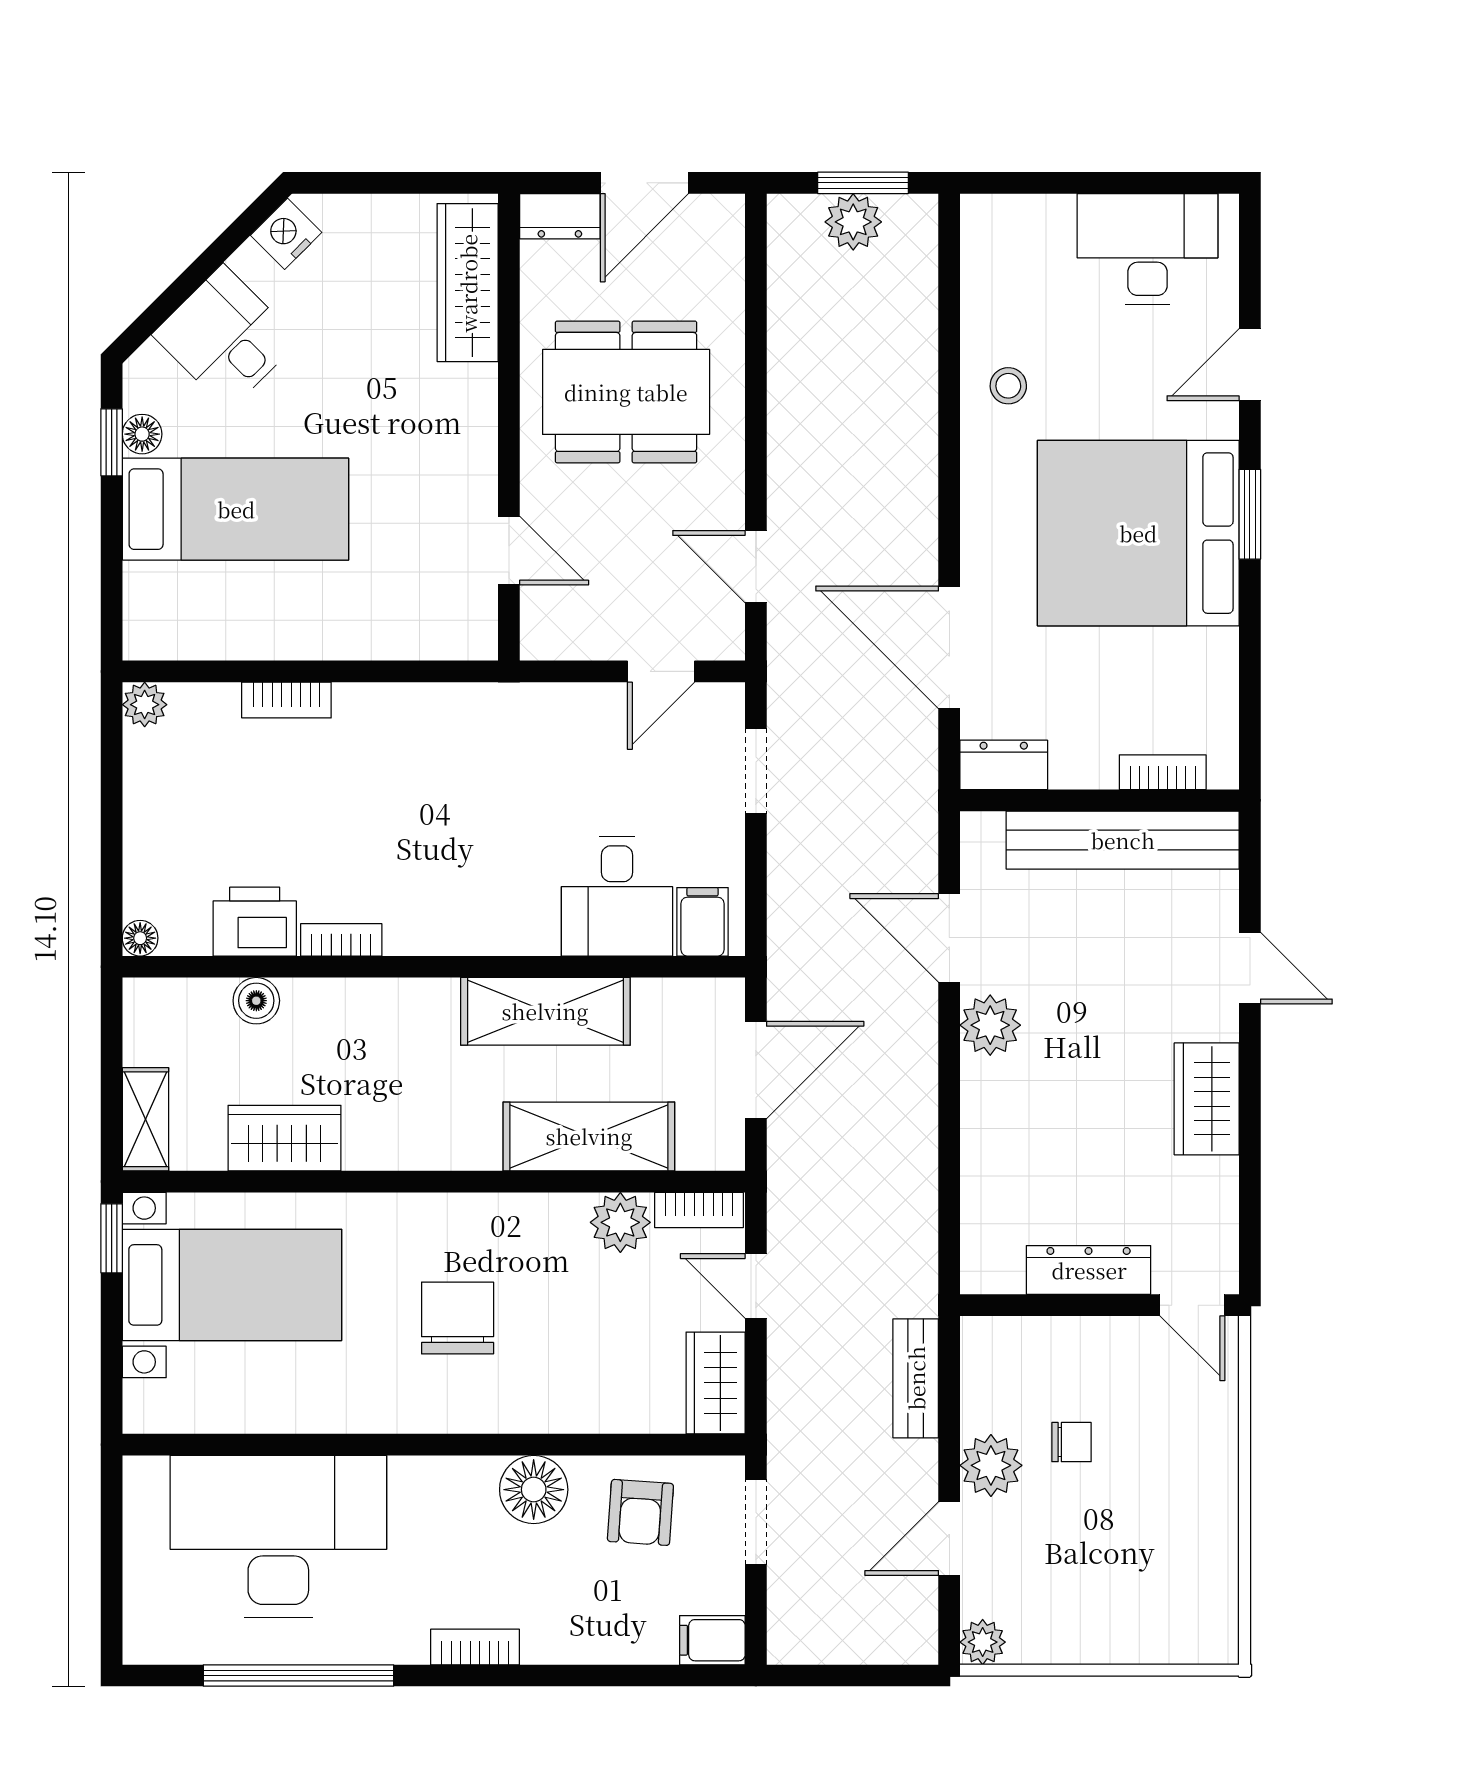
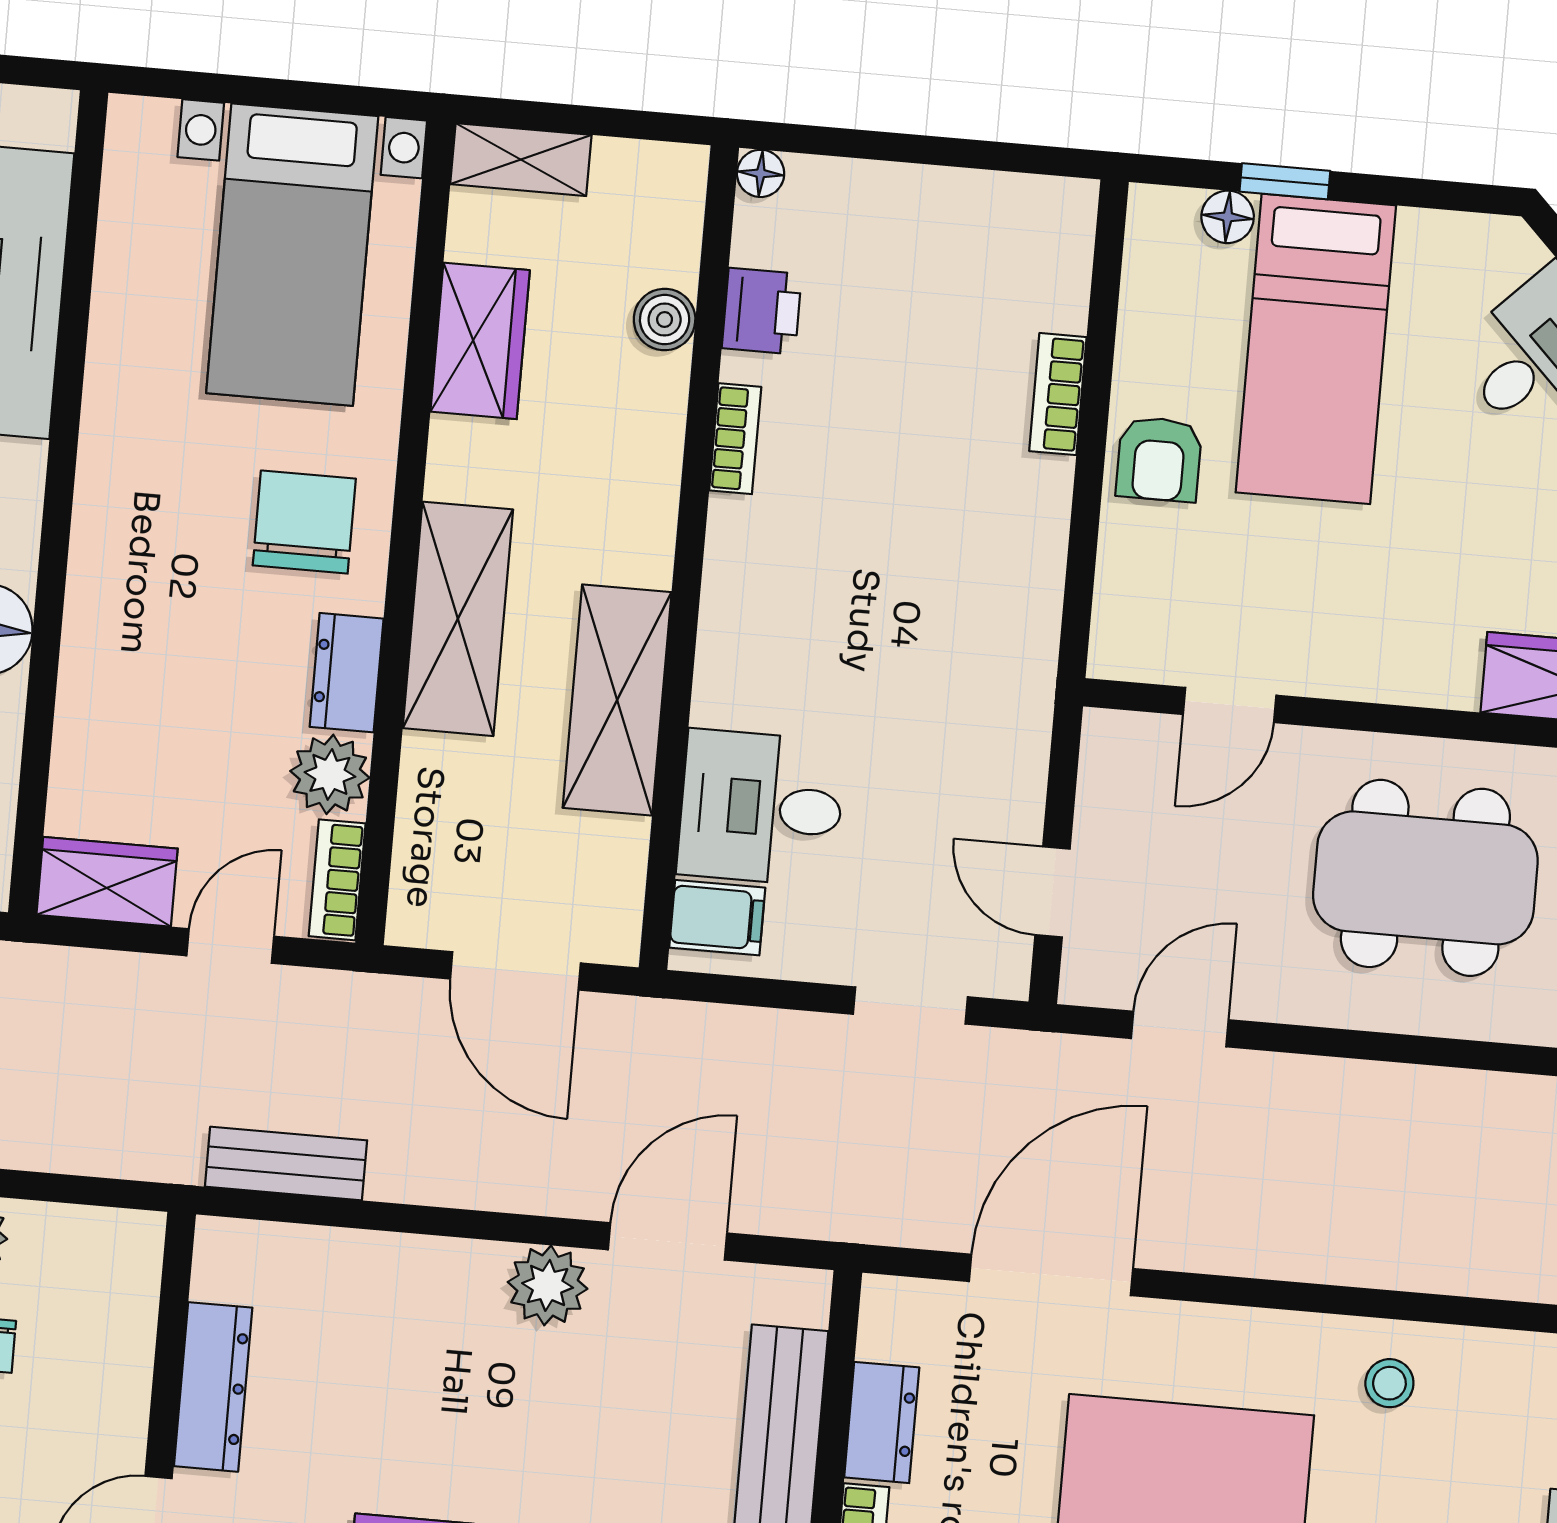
dining table: (626, 392) -> (1425, 878), turned 90
floor lamp: (142, 434) -> (1228, 217), moved
window: (112, 442) -> (1285, 181), moved
armchair: (329, 620) -> (1159, 459), added
plant: (145, 705) -> (1068, 206), removed
dresser: (1004, 765) -> (882, 1422), moved
printer: (255, 922) -> (762, 311), width x0.73, depth x0.81
shelving: (589, 1136) -> (458, 619), moved
dresser: (543, 1217) -> (347, 673), added
window: (112, 1238) -> (368, 101), removed
chair: (458, 1318) -> (304, 522), moved, turned -90
bench: (916, 1378) -> (286, 1163), moved

